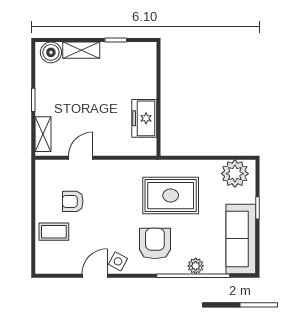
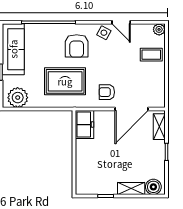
freezer: (144, 118) -> (85, 125), moved
door: (81, 158) -> (131, 109), width x1.88
armchair: (73, 201) -> (107, 92), moved, turned 180
plant: (196, 266) -> (159, 29), moved
door: (95, 276) -> (121, 22), hinge flipped

